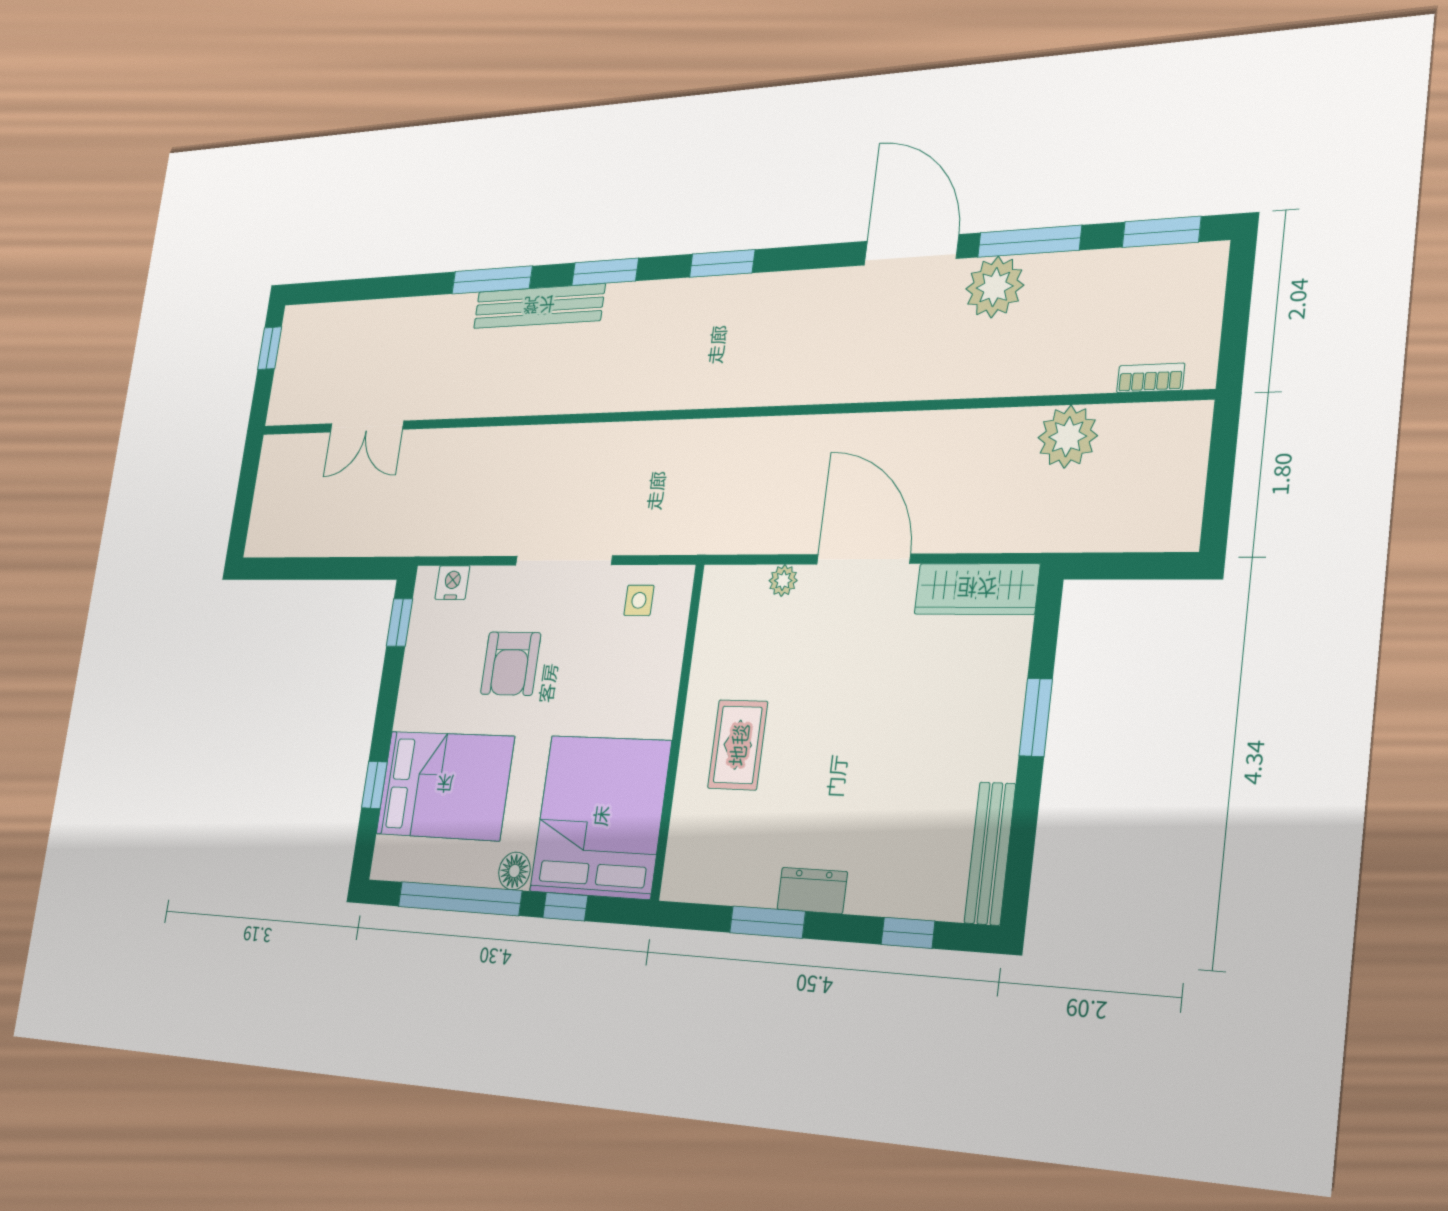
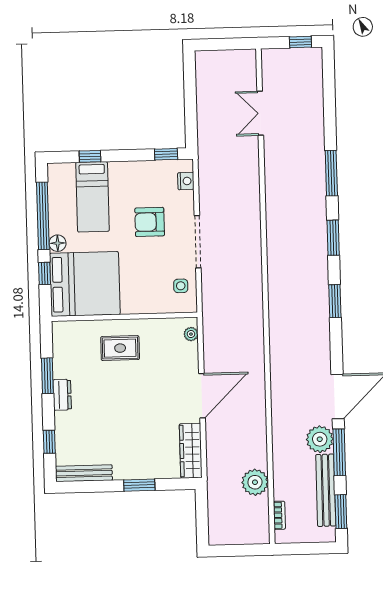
bench: (539, 306) -> (326, 490), moved
plant: (783, 581) -> (191, 334), moved
bed: (445, 785) -> (92, 197), width x0.67

